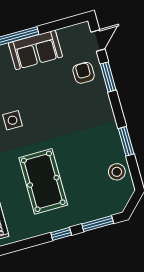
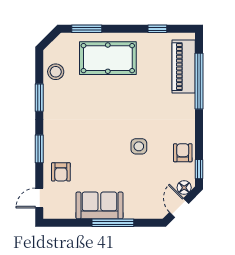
window: (108, 77) -> (39, 149), moved
pool table: (43, 181) -> (108, 58), moved, turned 90
window: (61, 234) -> (157, 29), moved

